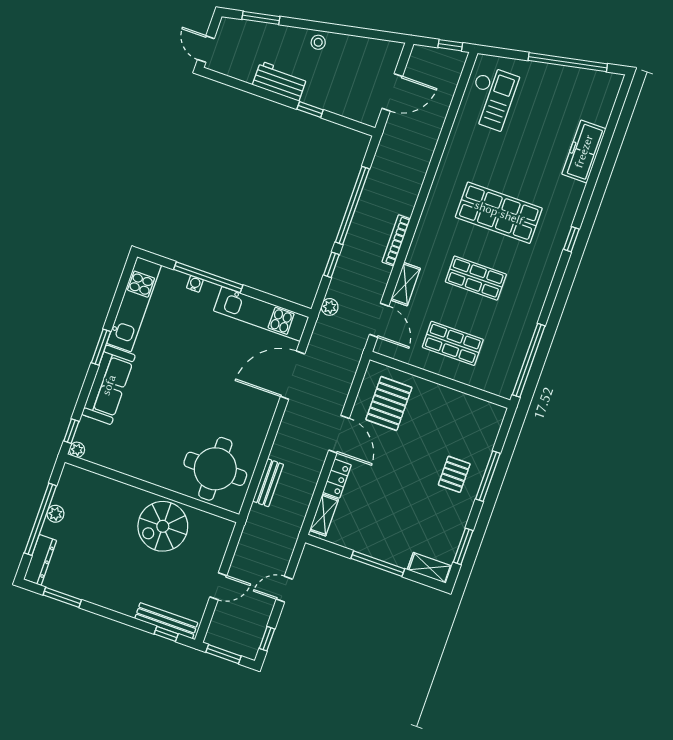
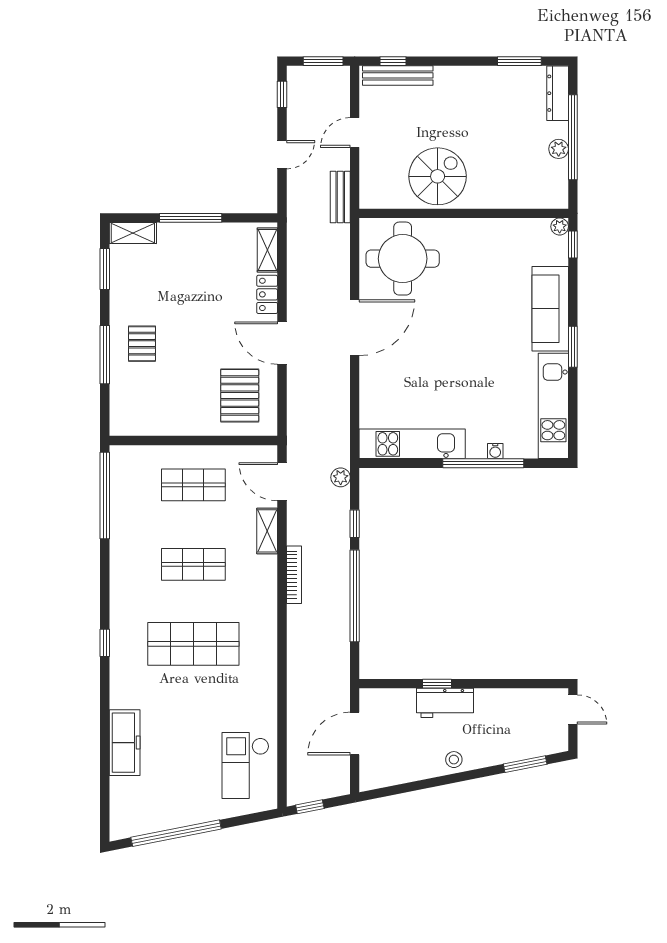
workbench: (280, 81) -> (445, 703), moved
door: (293, 375) -> (355, 328), moved
bench: (268, 483) -> (340, 197), moved

